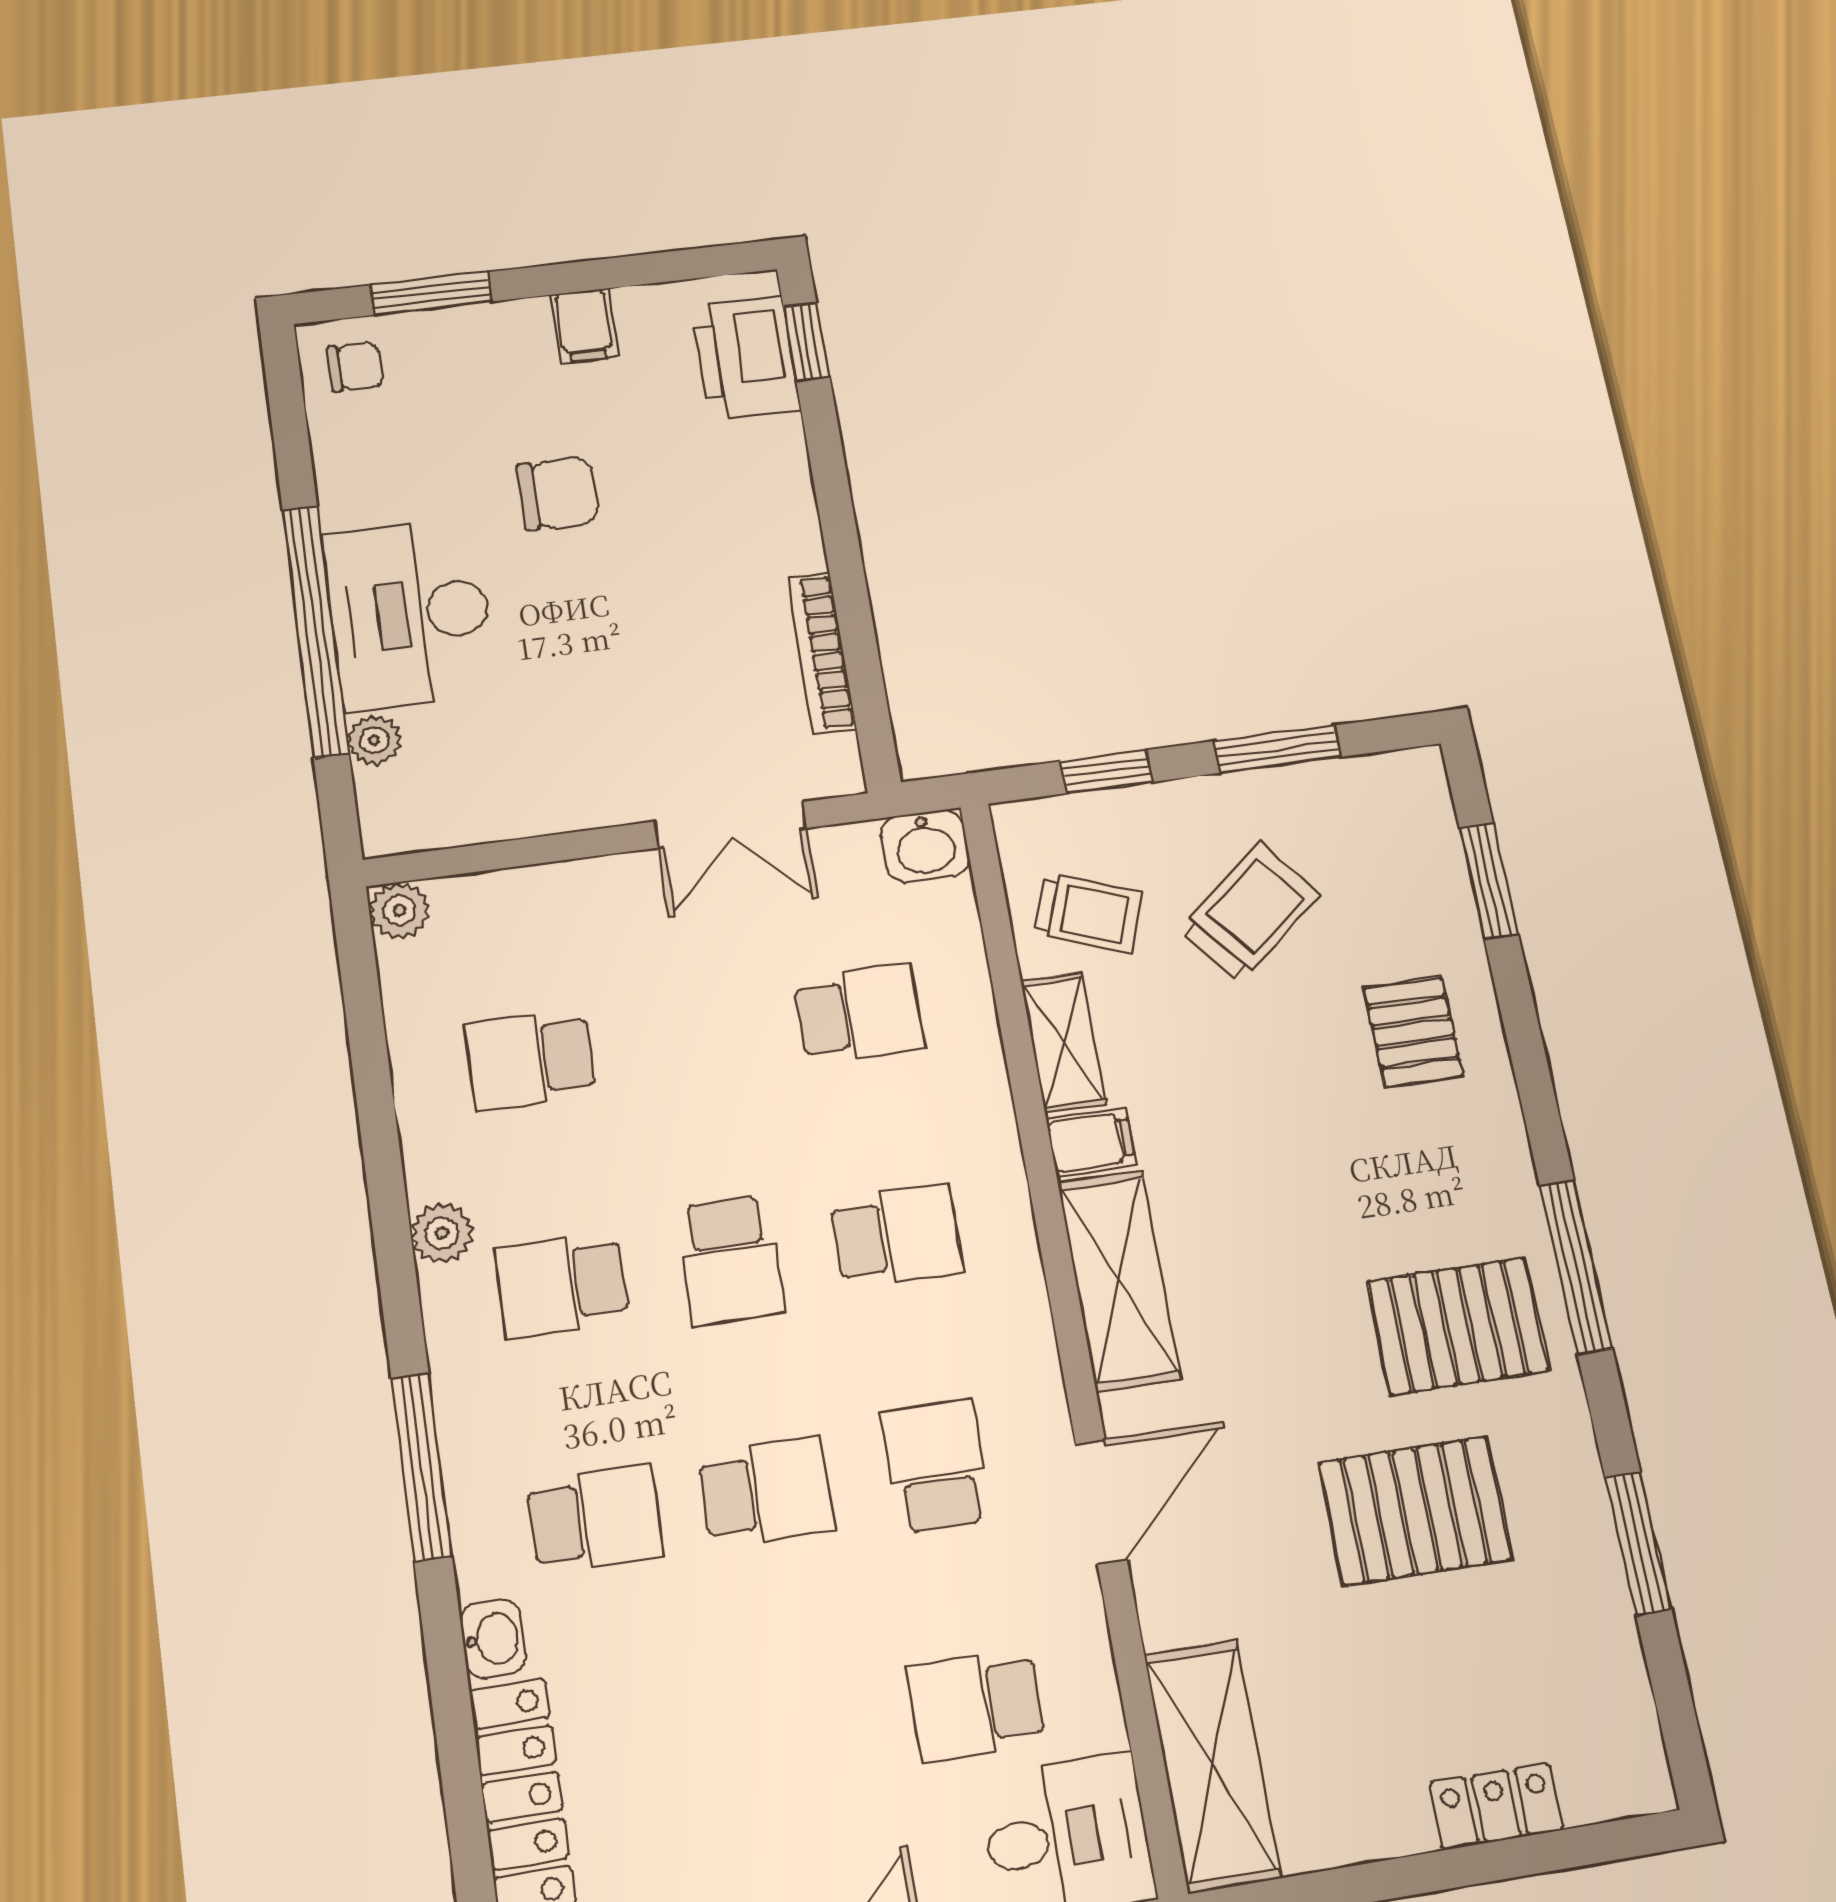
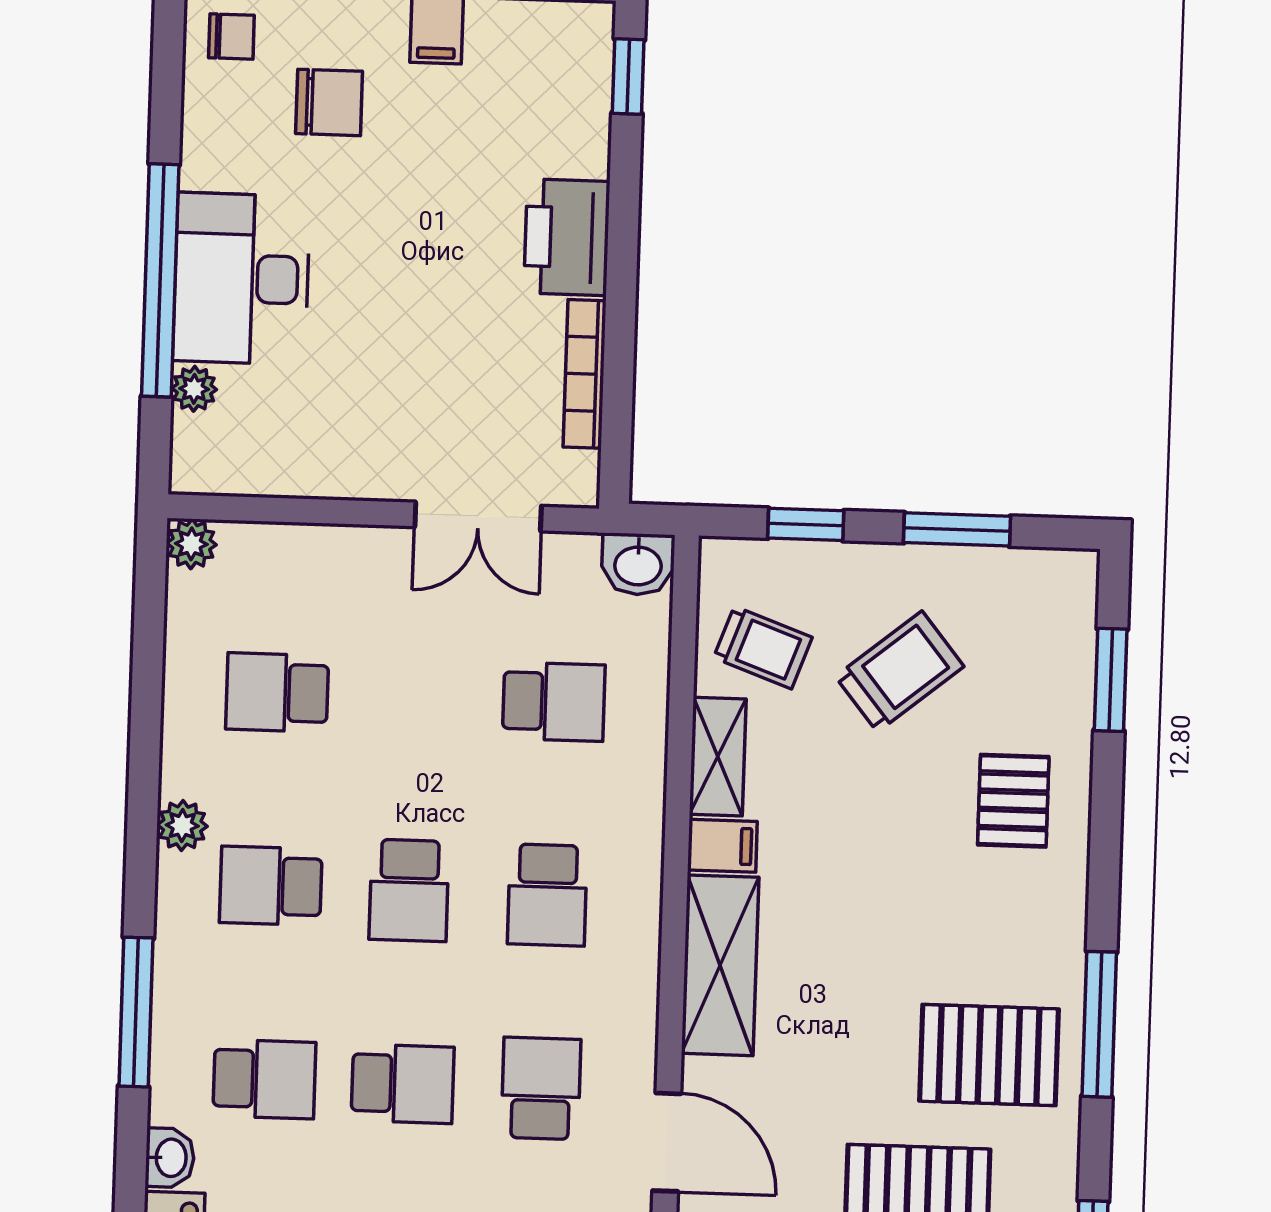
printer: (746, 358) -> (567, 237), moved
chair: (557, 494) -> (329, 102), moved
school desk: (897, 1236) -> (547, 895), turned 90
door: (1101, 1502) -> (667, 1142), hinge flipped

